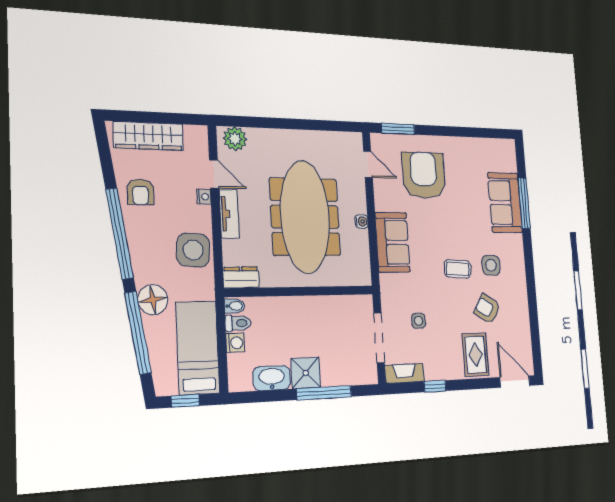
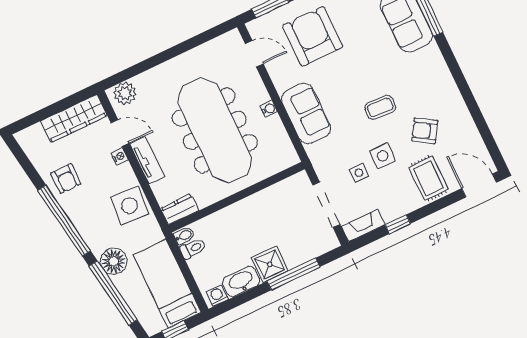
wardrobe: (148, 136) -> (74, 118), moved
side table: (491, 265) -> (383, 156), moved
washing machine: (235, 343) -> (217, 295), moved, turned -90

